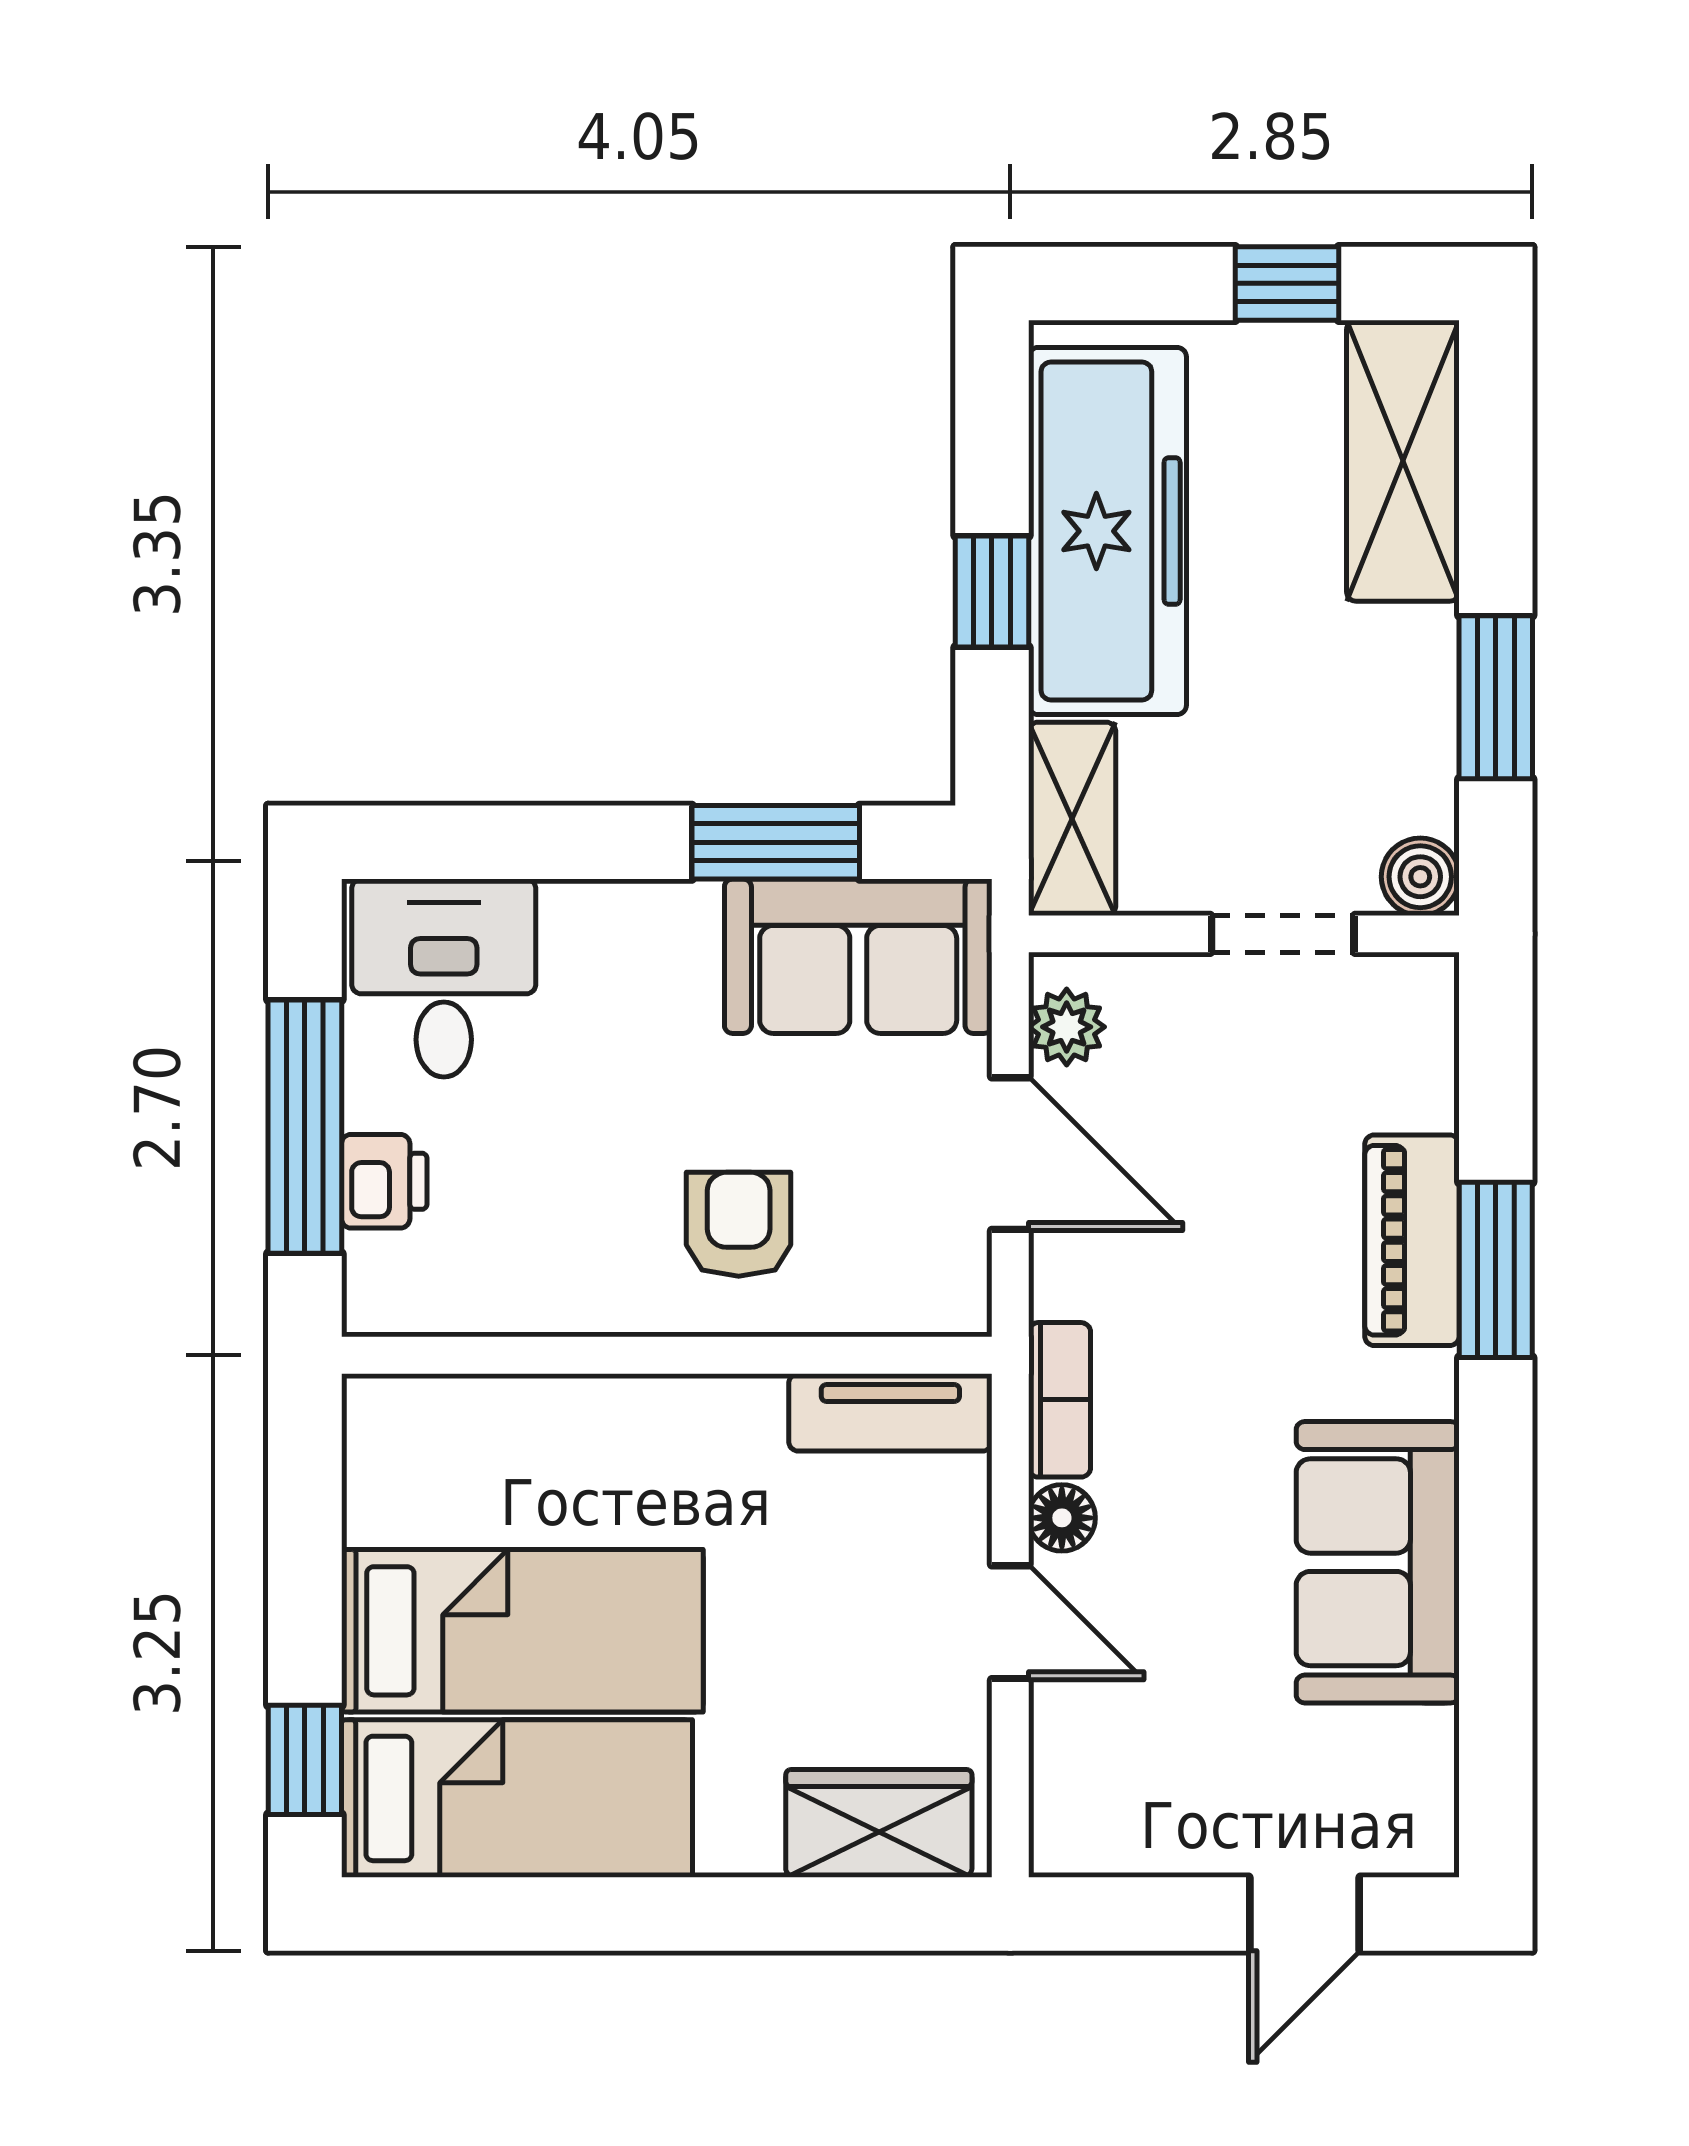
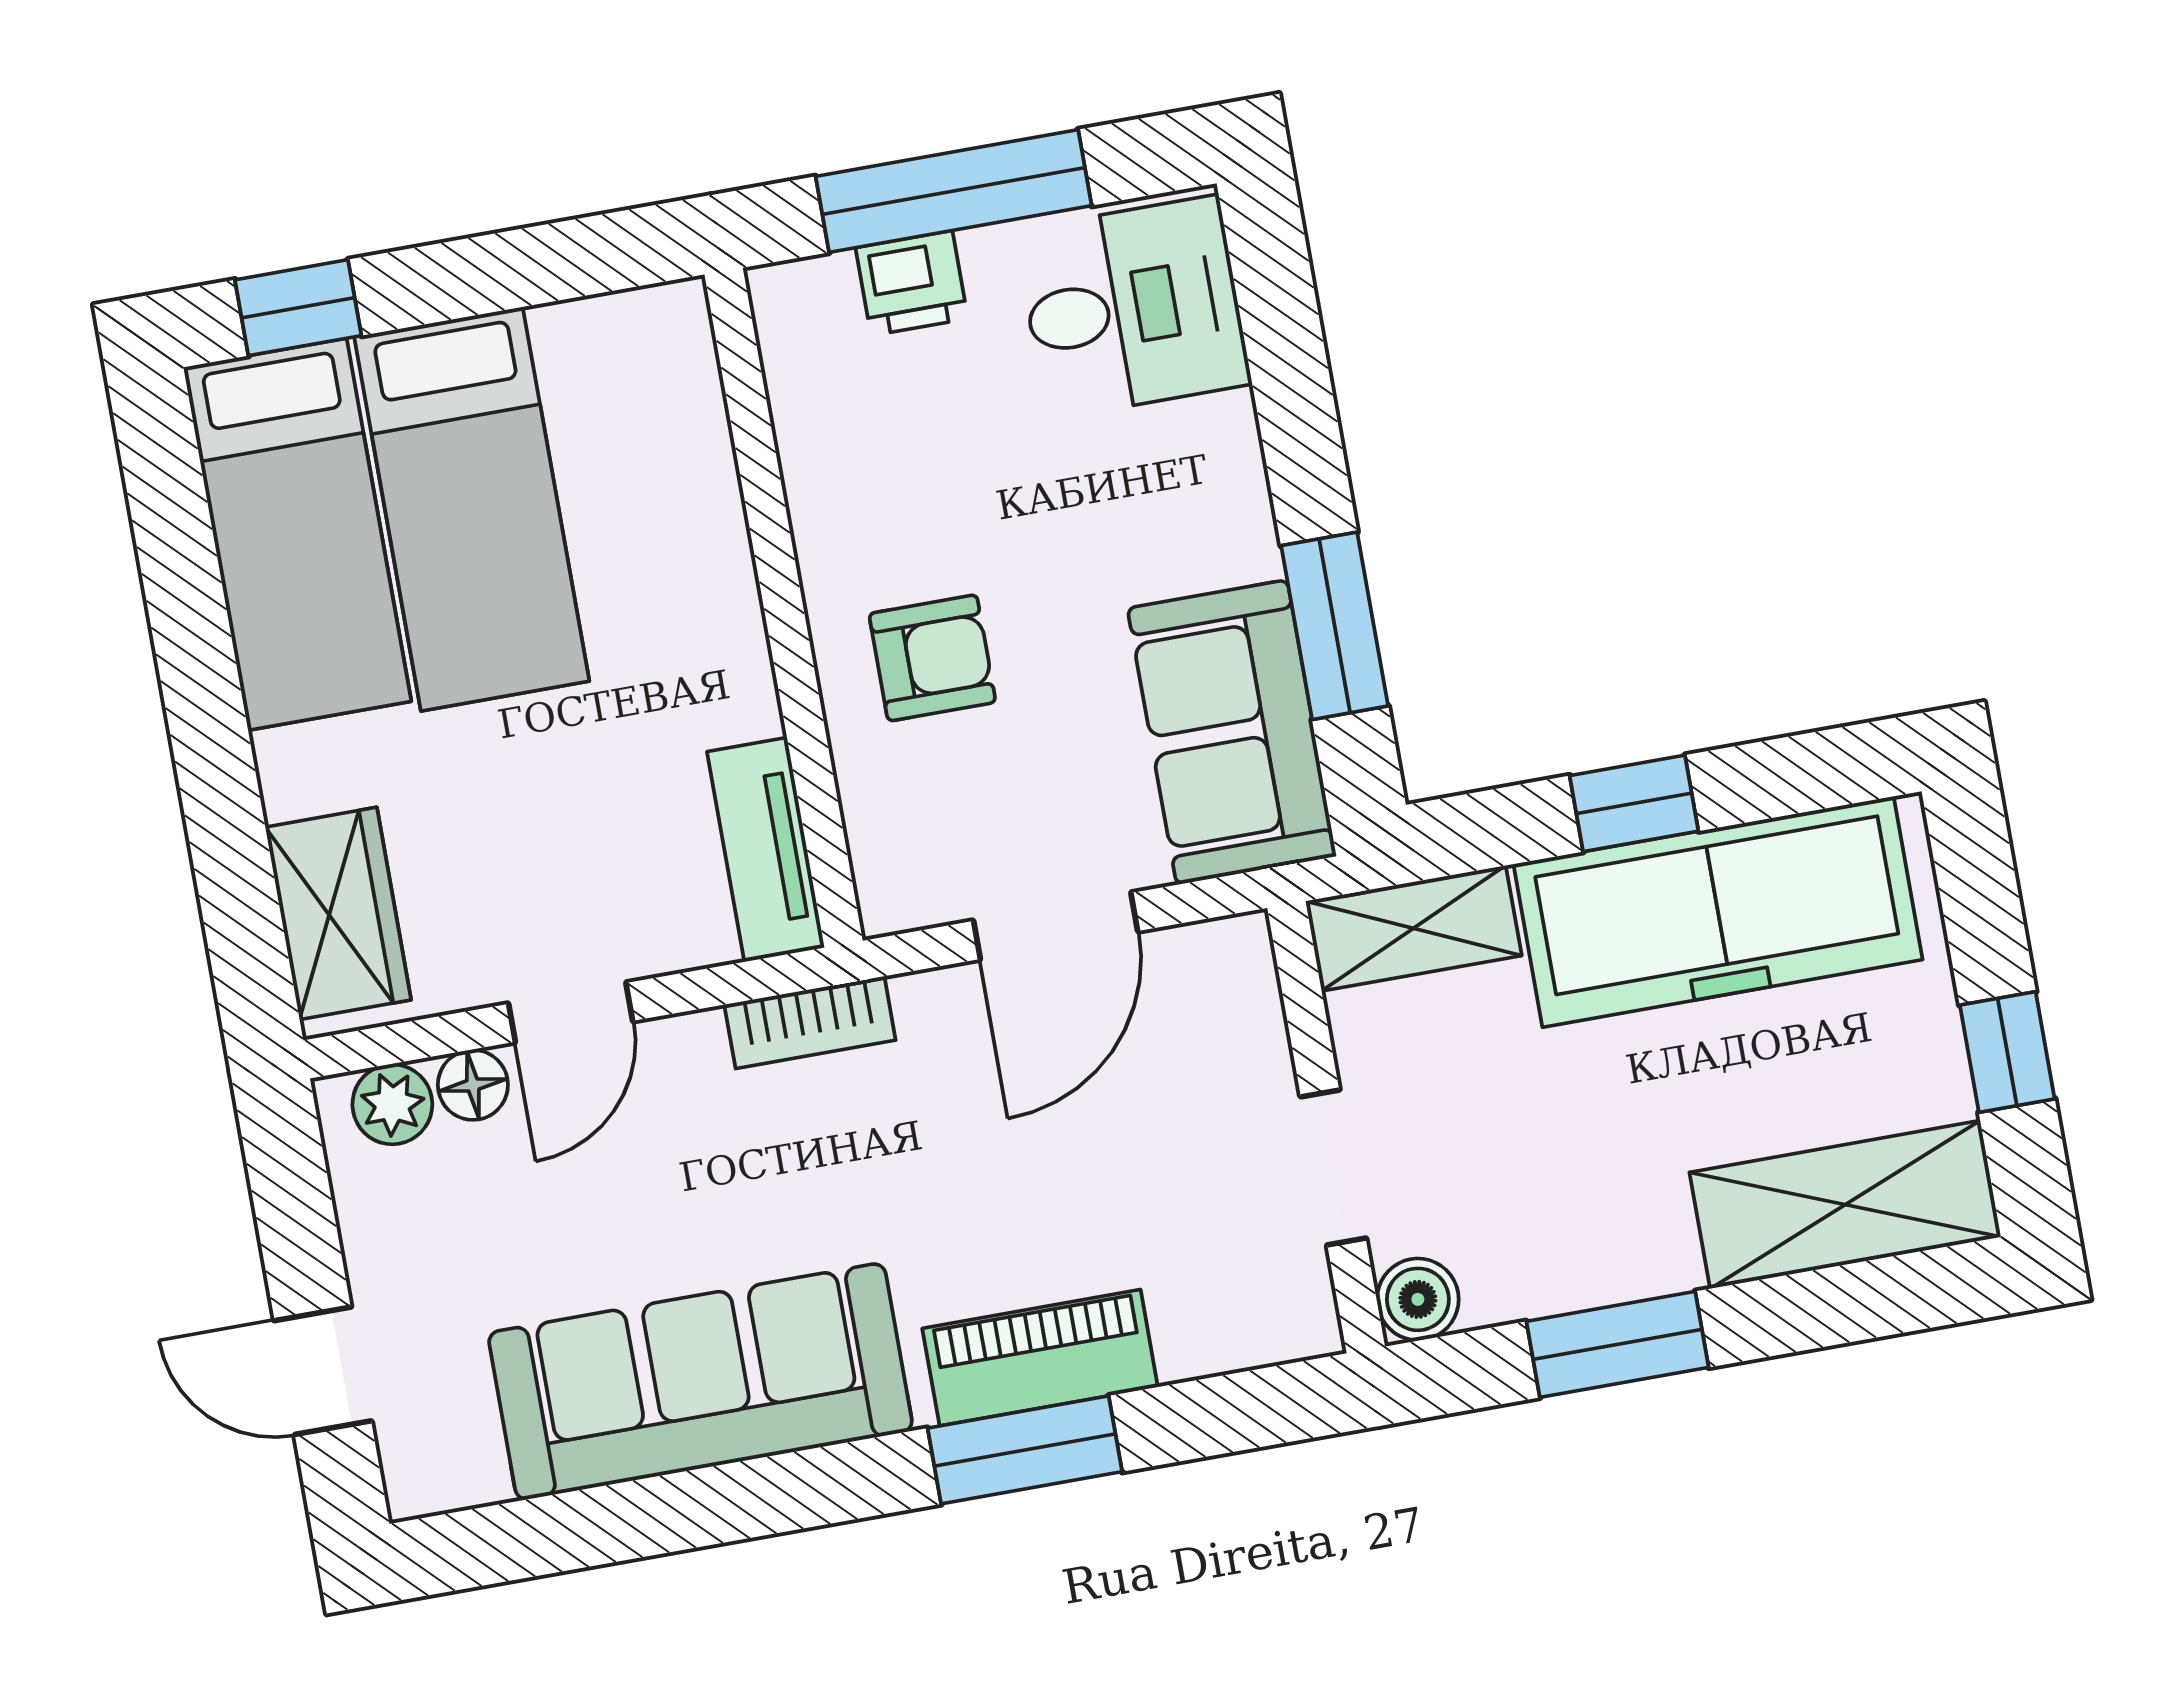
plant: (1067, 1027) -> (392, 1104), moved
floor lamp: (1062, 1518) -> (473, 1085), moved
sofa: (1378, 1562) -> (700, 1382), width x1.36

